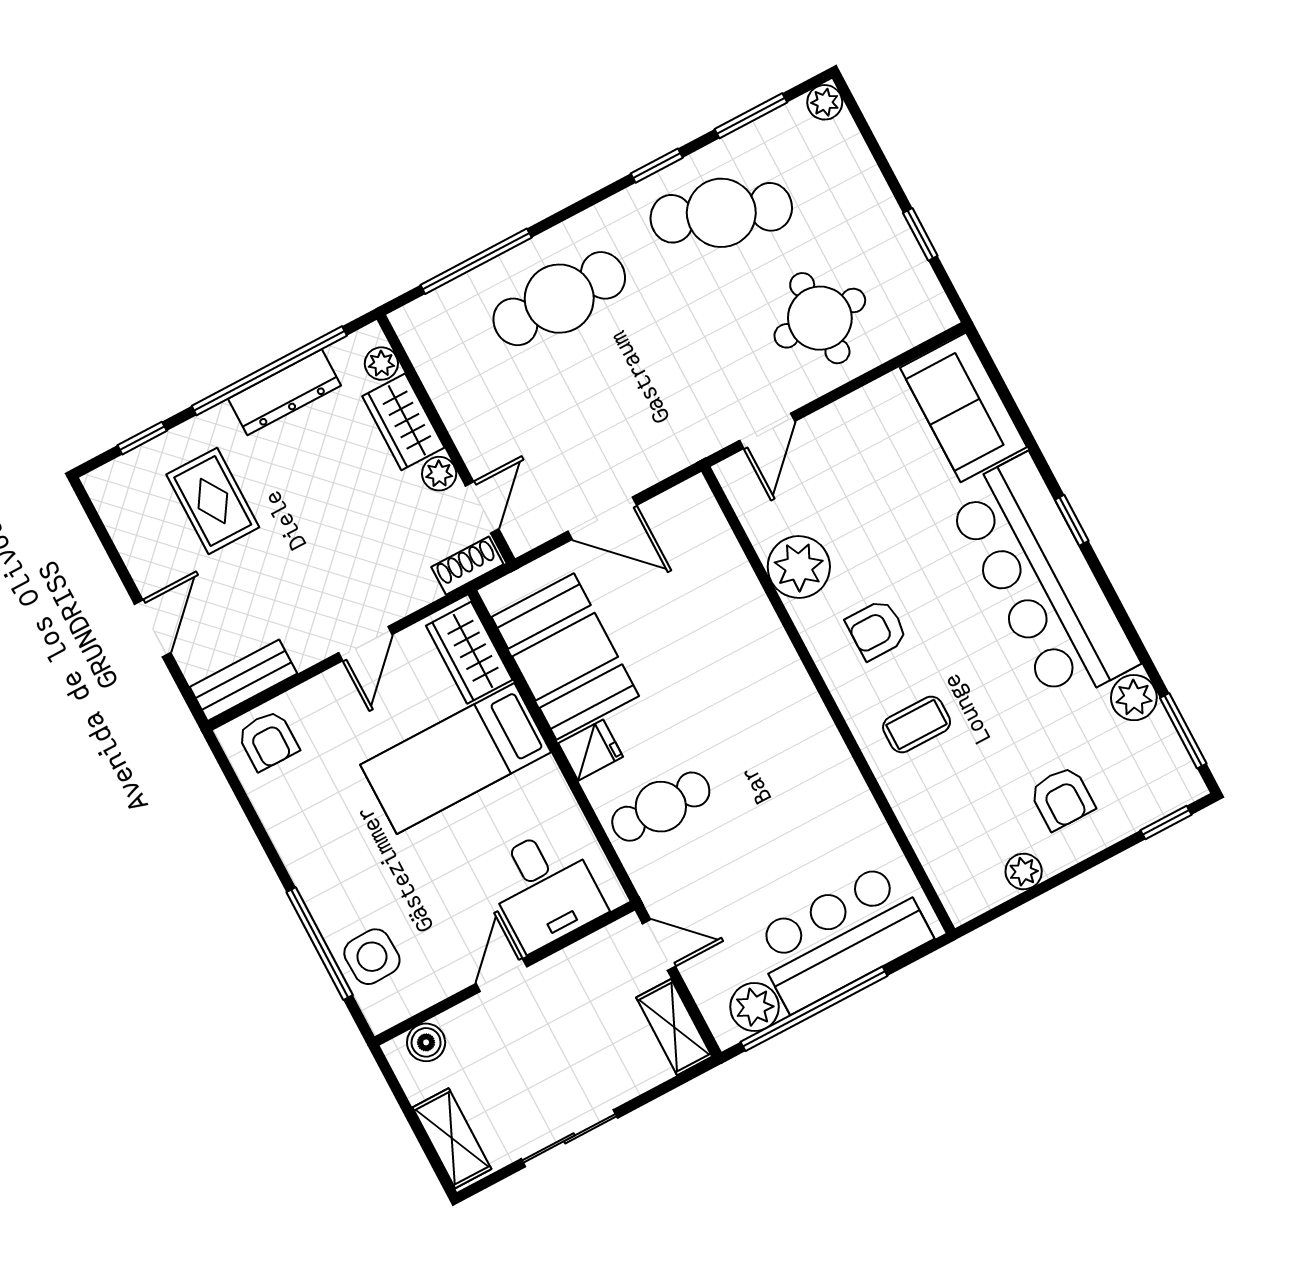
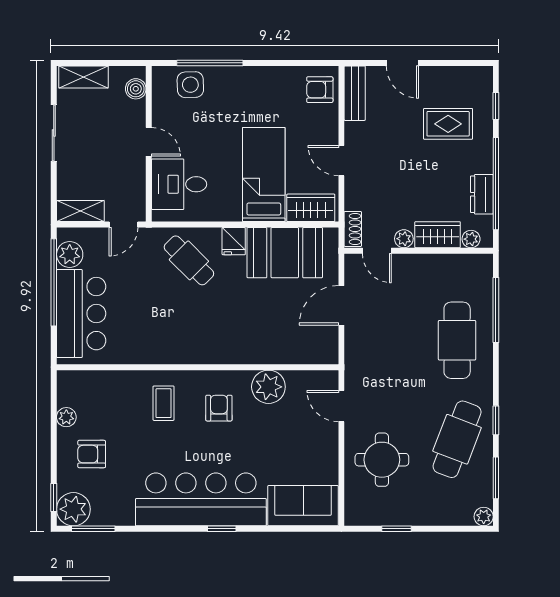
dresser: (284, 392) -> (482, 194), width x0.70
plant: (1134, 698) -> (73, 509), moved, width x1.36, depth x1.36
cafe table: (661, 807) -> (189, 260), turned -45

